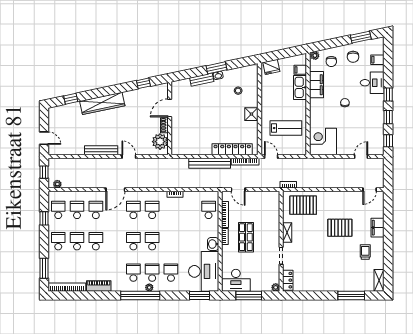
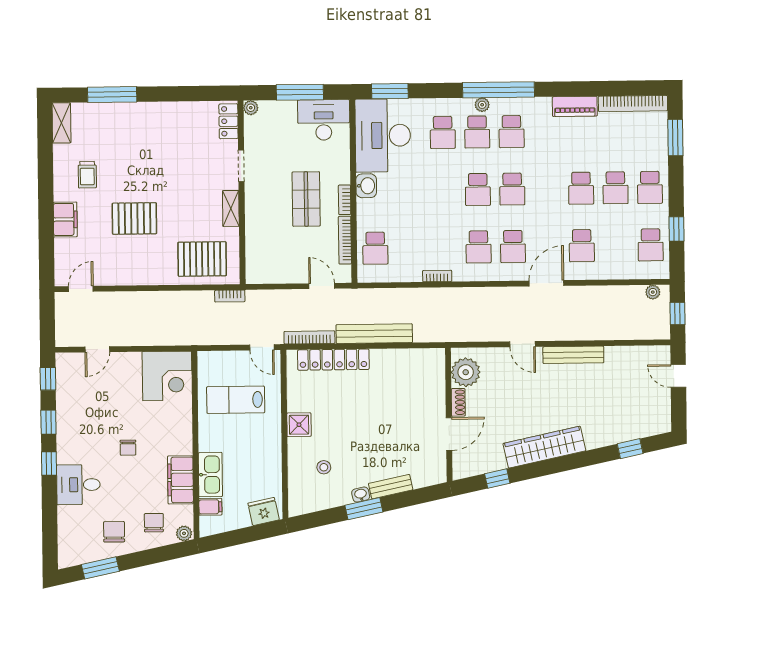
filing cabinet: (377, 60) -> (69, 527), removed
wardrobe: (102, 103) -> (544, 447), moved
school desk: (77, 210) -> (616, 245), removed

